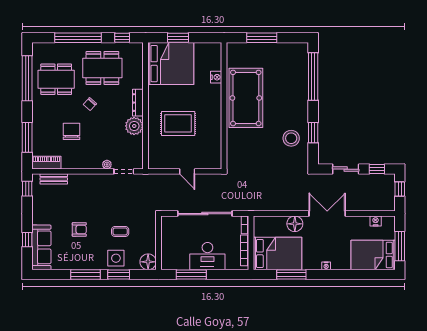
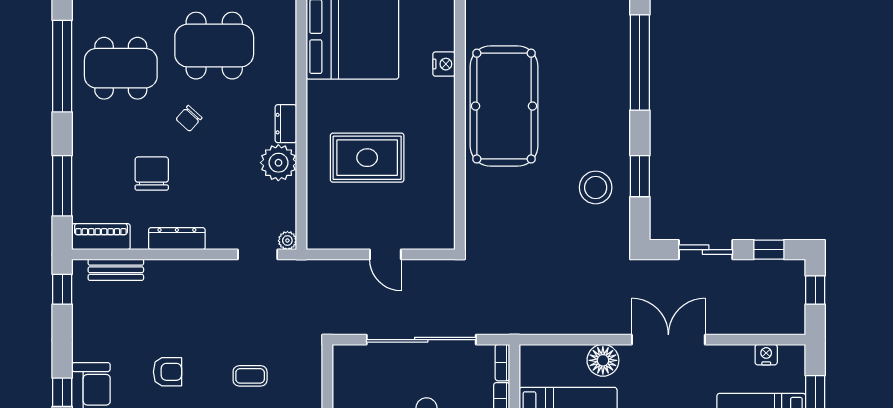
dresser: (138, 103) -> (286, 124), width x0.70
dresser: (84, 164) -> (177, 239), added
plant: (107, 164) -> (287, 241), moved

